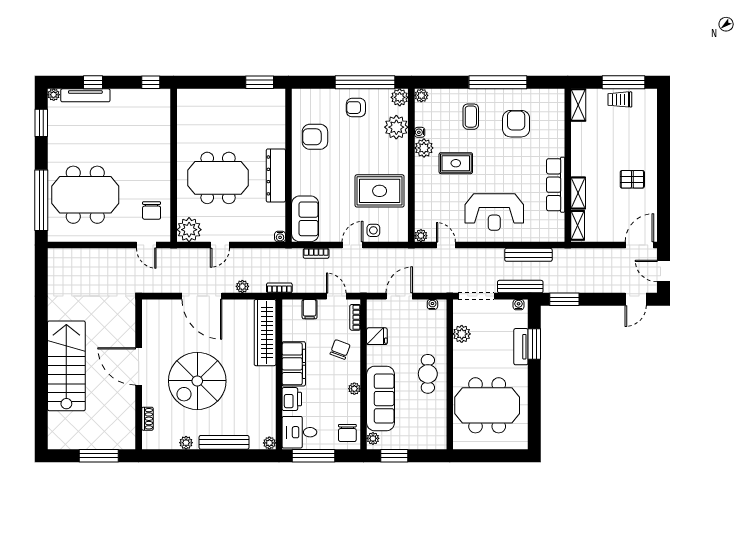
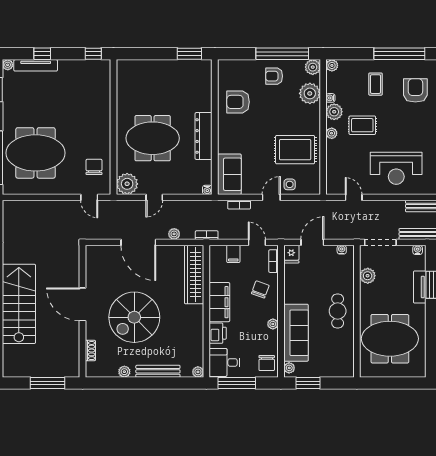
chair: (152, 211) -> (94, 167), turned 180
plant: (421, 236) -> (332, 133), moved
fridge: (377, 336) -> (291, 254), moved, turned 90

